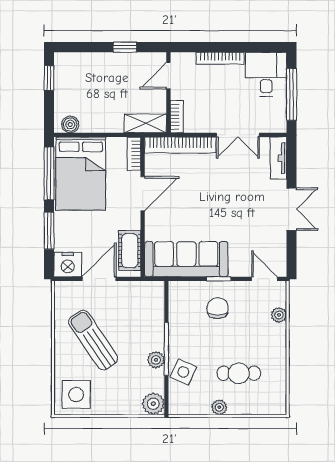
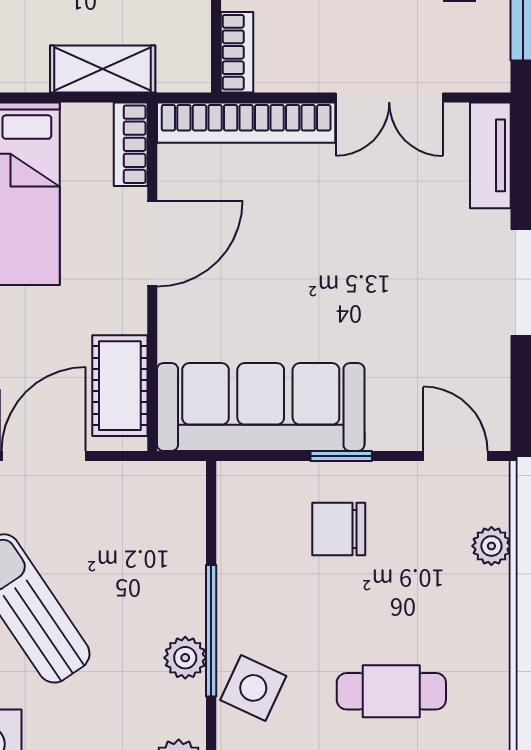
shelving: (145, 123) -> (103, 69), moved
chair: (218, 308) -> (339, 529), turned -90

